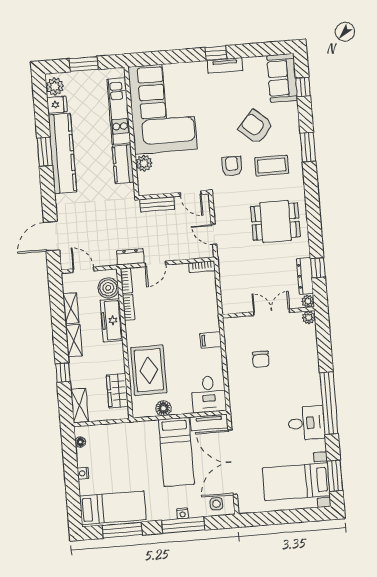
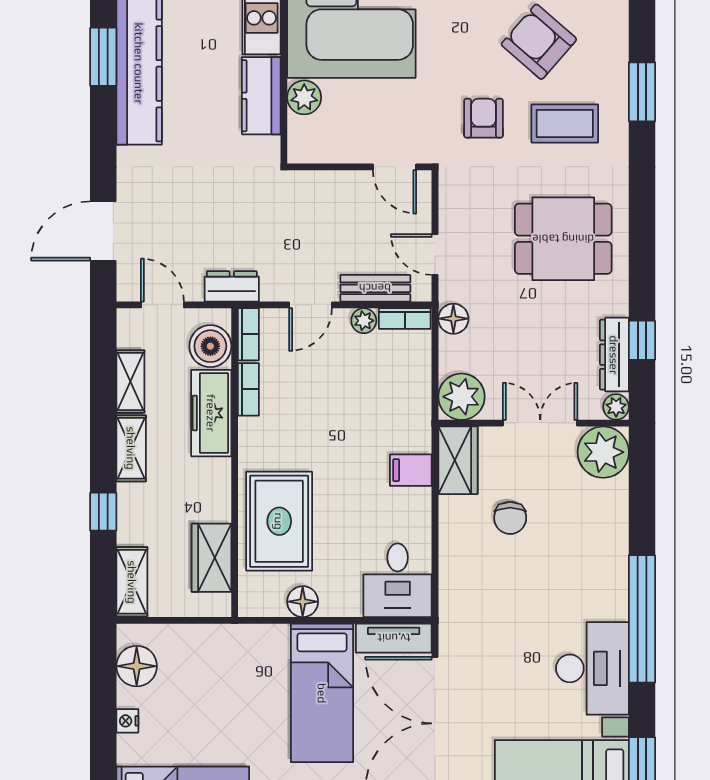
bench: (157, 204) -> (375, 288), moved
dresser: (130, 257) -> (232, 286), moved
floor lamp: (225, 265) -> (453, 319), added
plant: (182, 269) -> (364, 321), added
plant: (232, 302) -> (461, 397), added
plant: (309, 317) -> (603, 452), width x1.87, depth x1.87
wardrobe: (233, 333) -> (458, 460), added
desk: (306, 423) -> (592, 668), width x1.37
floor lamp: (80, 442) -> (137, 666), width x1.89, depth x1.89

